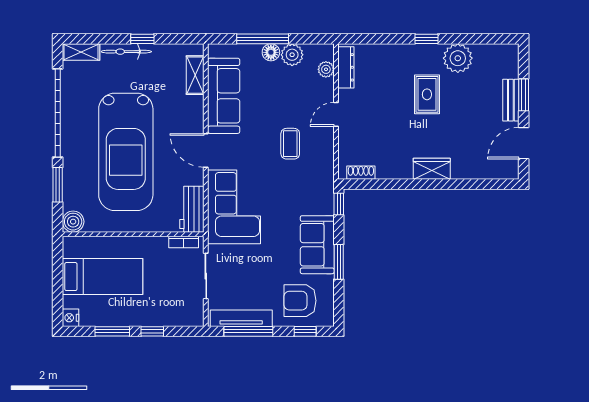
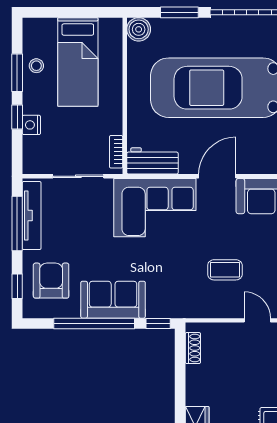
window: (339, 262) -> (94, 324), width x2.11
stool: (106, 314) -> (36, 66), added
nightstand: (71, 318) -> (31, 125), moved, turned -90

